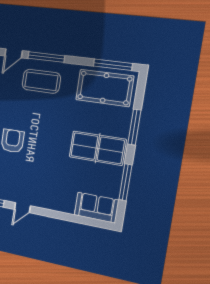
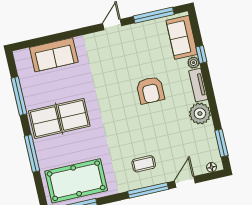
coffee table: (41, 81) -> (144, 164), width x0.54, depth x0.58
sofa: (96, 208) -> (54, 55), moved

